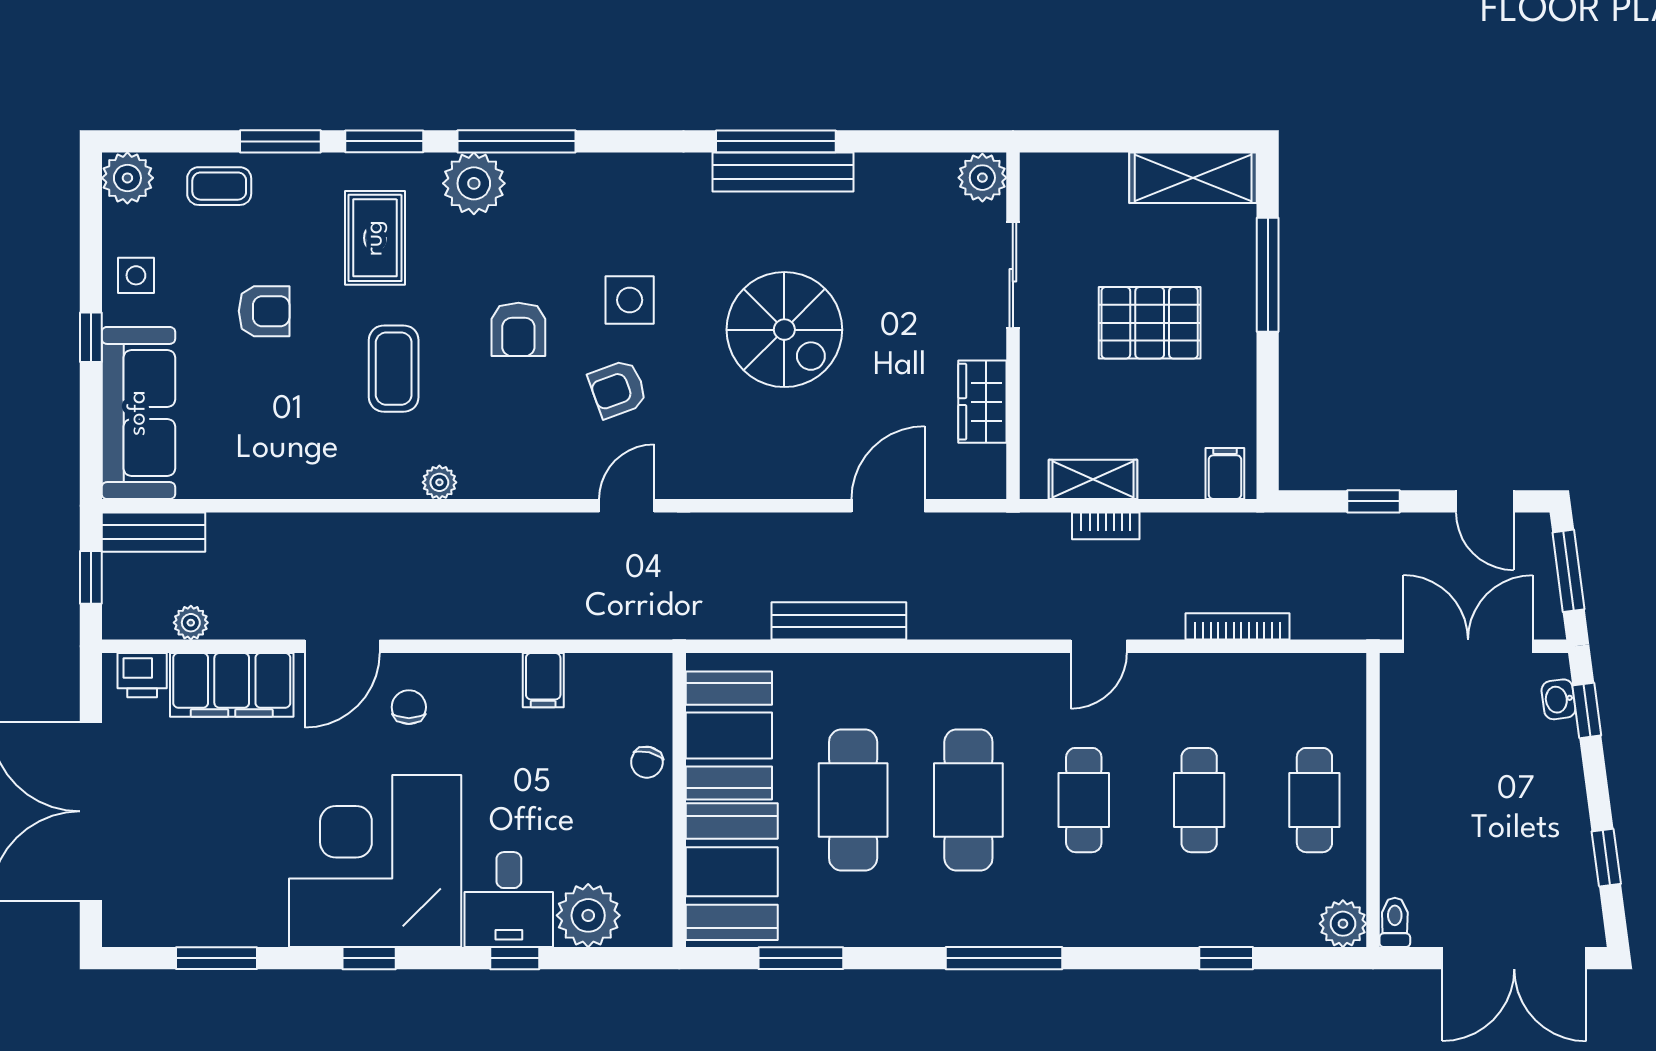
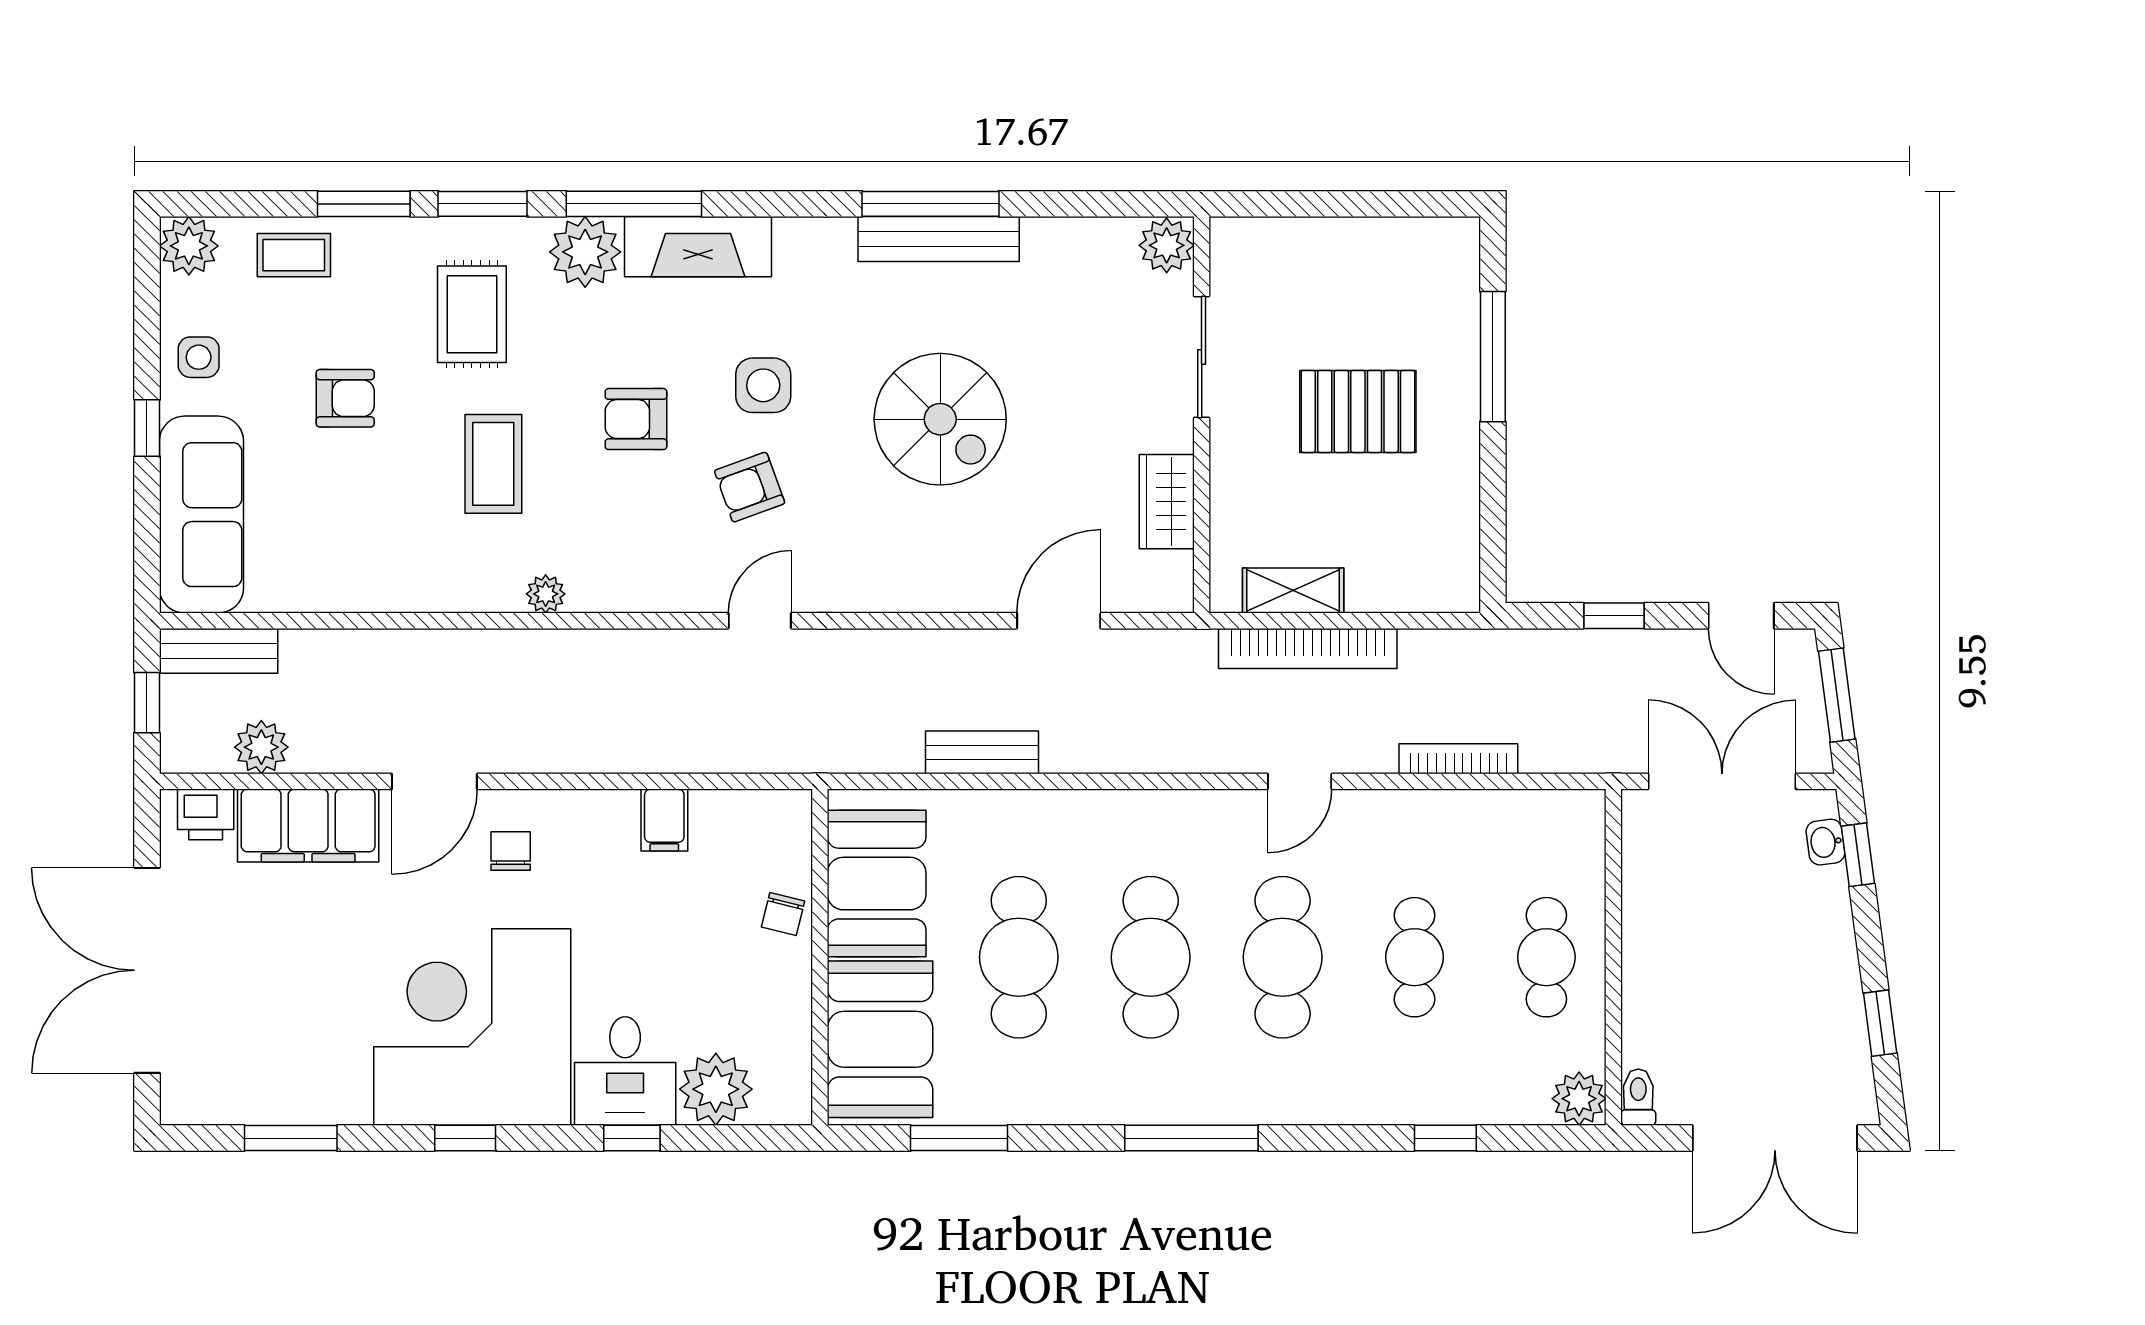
shelving: (1193, 178) -> (1408, 246), removed
fireplace: (573, 179) -> (698, 247), added
armchair: (518, 329) -> (636, 419), turned 90
filing cabinet: (1225, 474) -> (1444, 584), removed
bookcase: (1106, 526) -> (1308, 649), width x2.31, depth x1.31
bench: (839, 621) -> (982, 752), width x0.73
plant: (191, 623) -> (261, 747), width x1.38, depth x1.38
cafe table: (1084, 800) -> (1283, 957), width x1.37, depth x1.35

